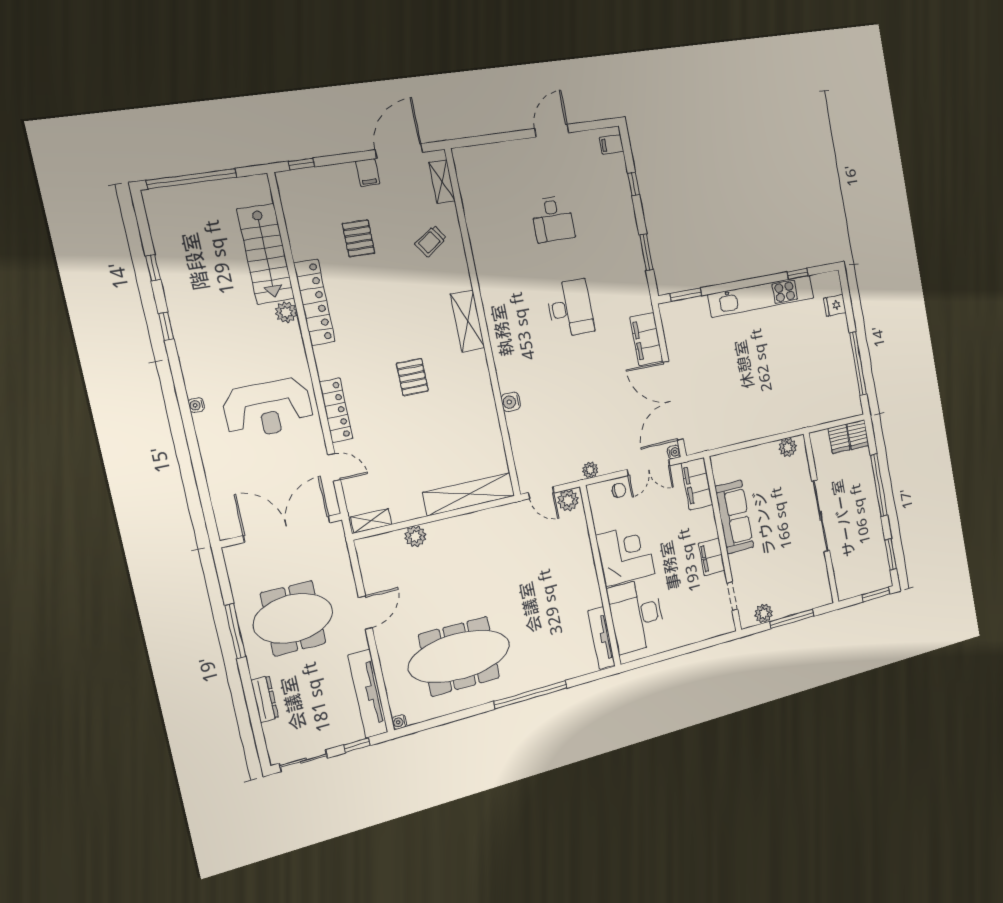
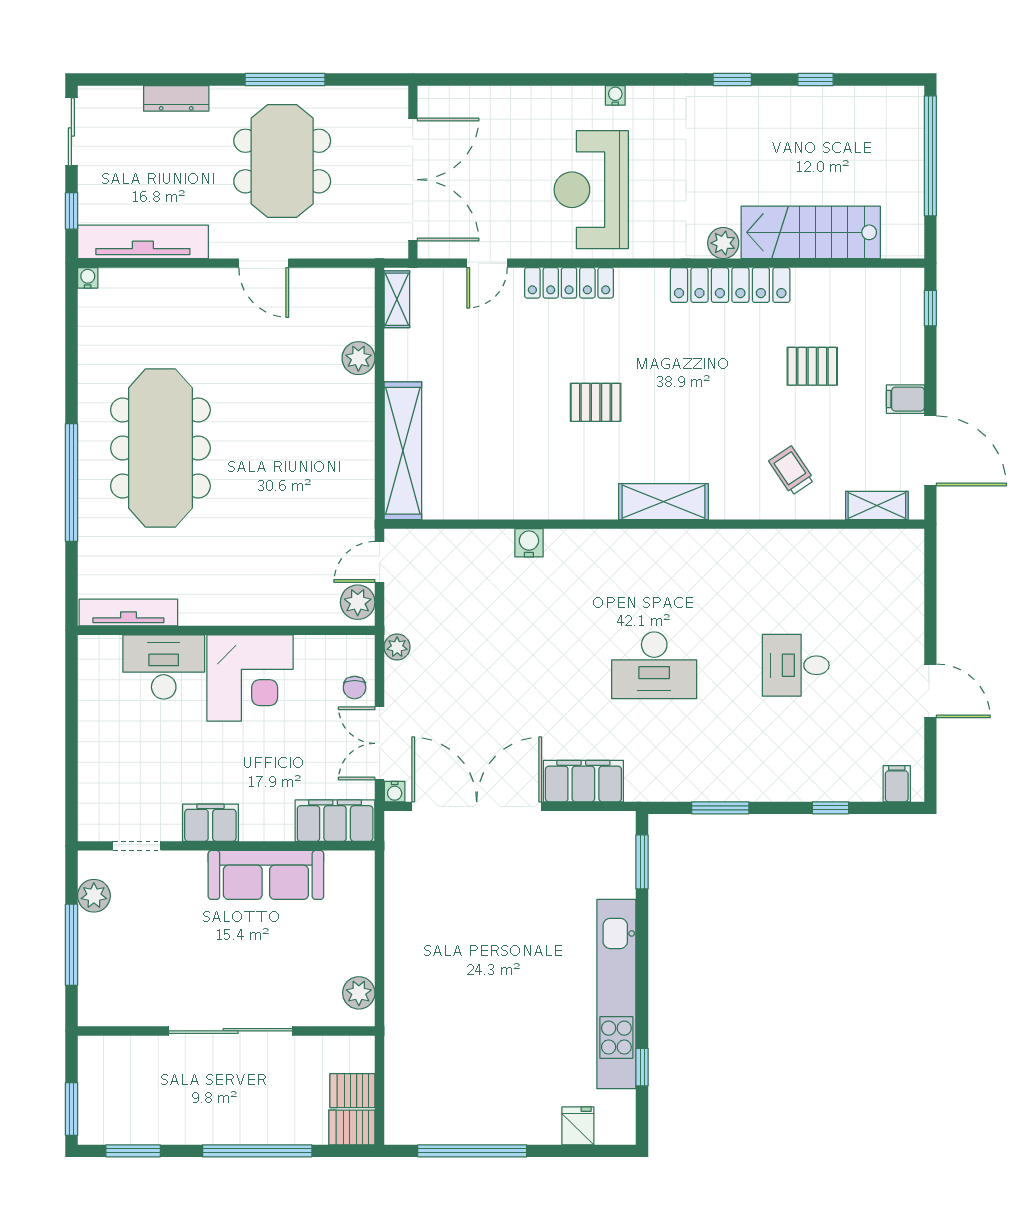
desk: (636, 615) -> (164, 667), width x0.73, depth x0.77
meeting table: (459, 656) -> (160, 448), moved

